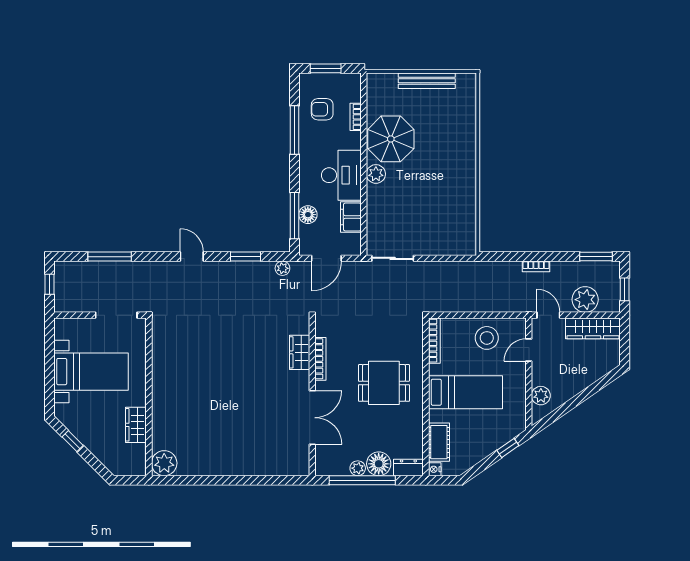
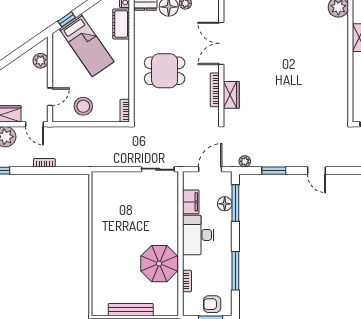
armchair: (322, 109) -> (212, 304), moved, turned 180
plant: (376, 174) -> (171, 236), removed
bookcase: (434, 341) -> (125, 111), width x0.64
bed: (465, 392) -> (87, 45), moved, turned -125

